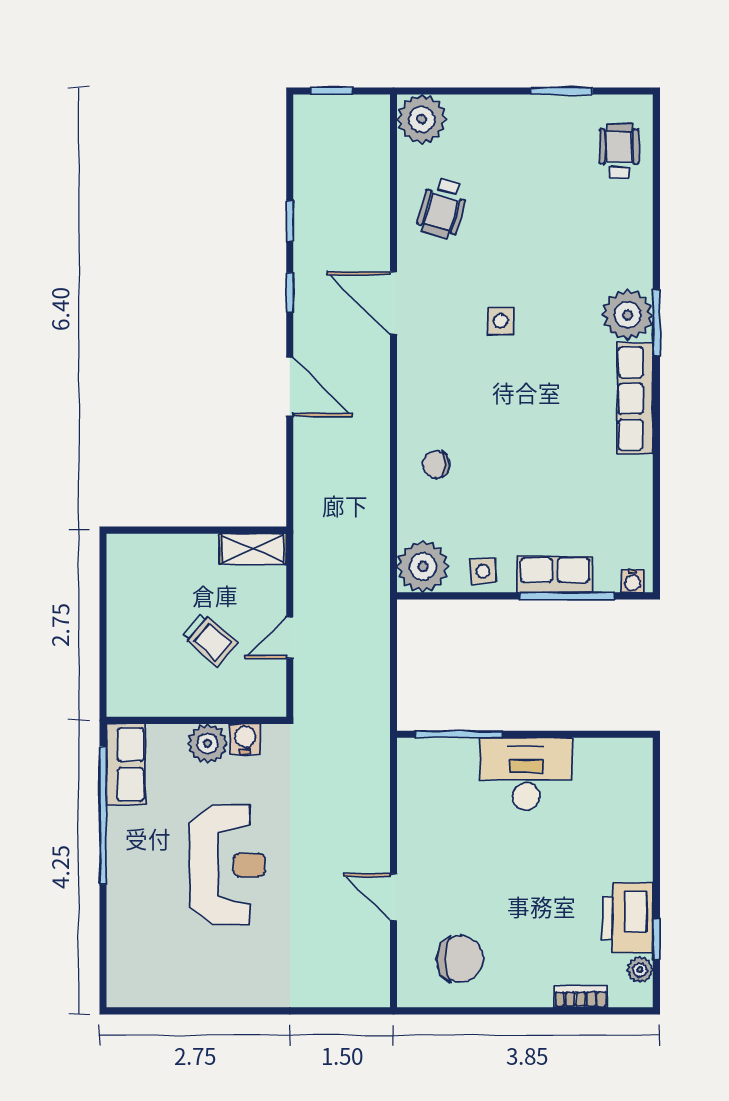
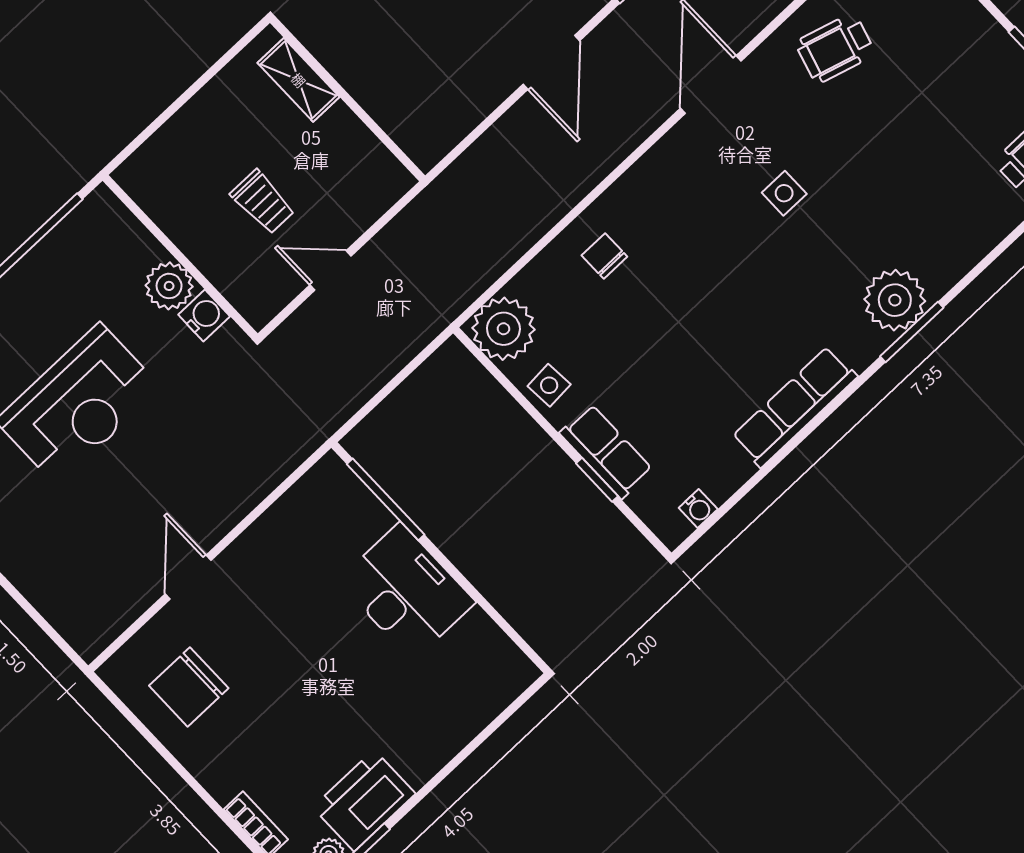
row of seats: (635, 398) -> (795, 407), moved
shelving: (253, 549) -> (299, 80), moved
water cooler: (633, 581) -> (698, 508), moved, turned -90
window: (567, 596) -> (597, 480), width x0.46
trolley: (210, 640) -> (263, 202), turned -41
row of seats: (126, 765) -> (83, 232), removed
chair: (460, 959) -> (189, 687), turned 90

